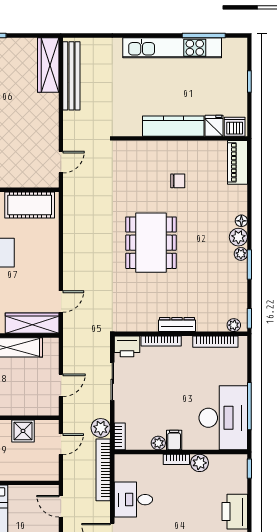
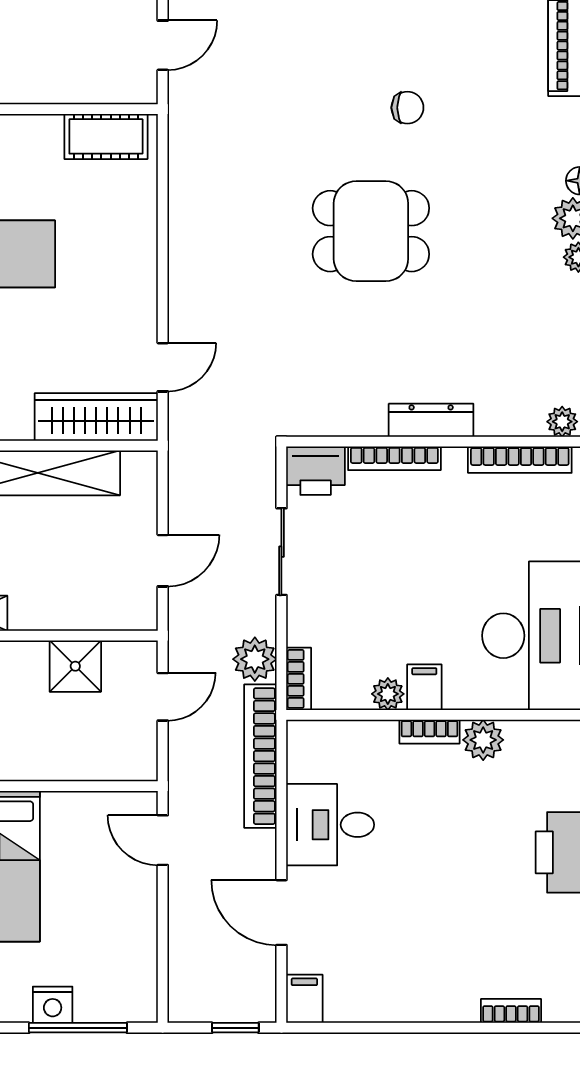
chair: (178, 181) -> (407, 108), moved
cot: (30, 205) -> (106, 136), width x0.73, depth x0.75
dining table: (151, 243) -> (371, 231), width x0.73

